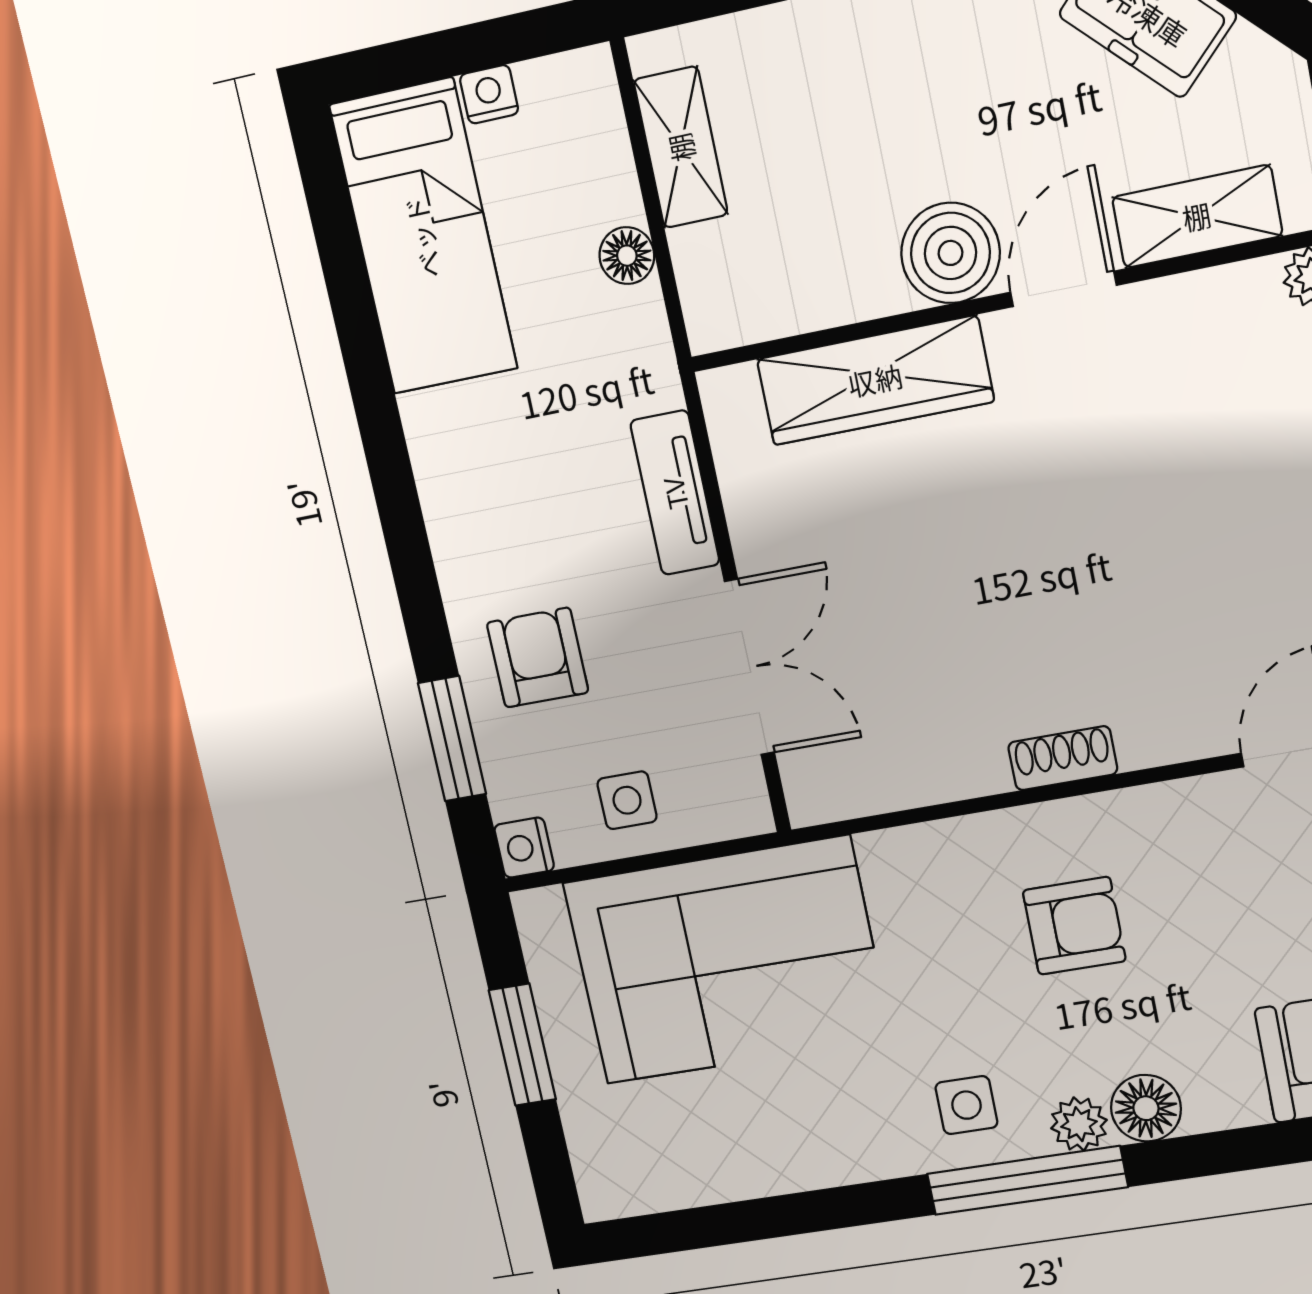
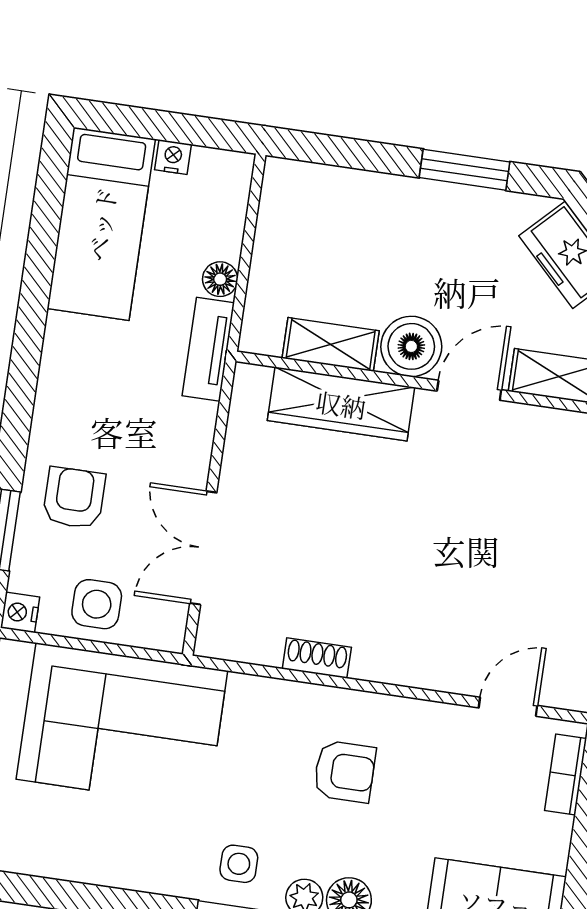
shelving: (681, 147) -> (331, 344), moved, turned 90
tv unit: (675, 493) -> (208, 349), moved
double door: (749, 667) -> (203, 548), swing flipped
shoe rack: (1063, 758) -> (317, 658), moved
side table: (627, 800) -> (97, 604), width x1.37, depth x1.37

